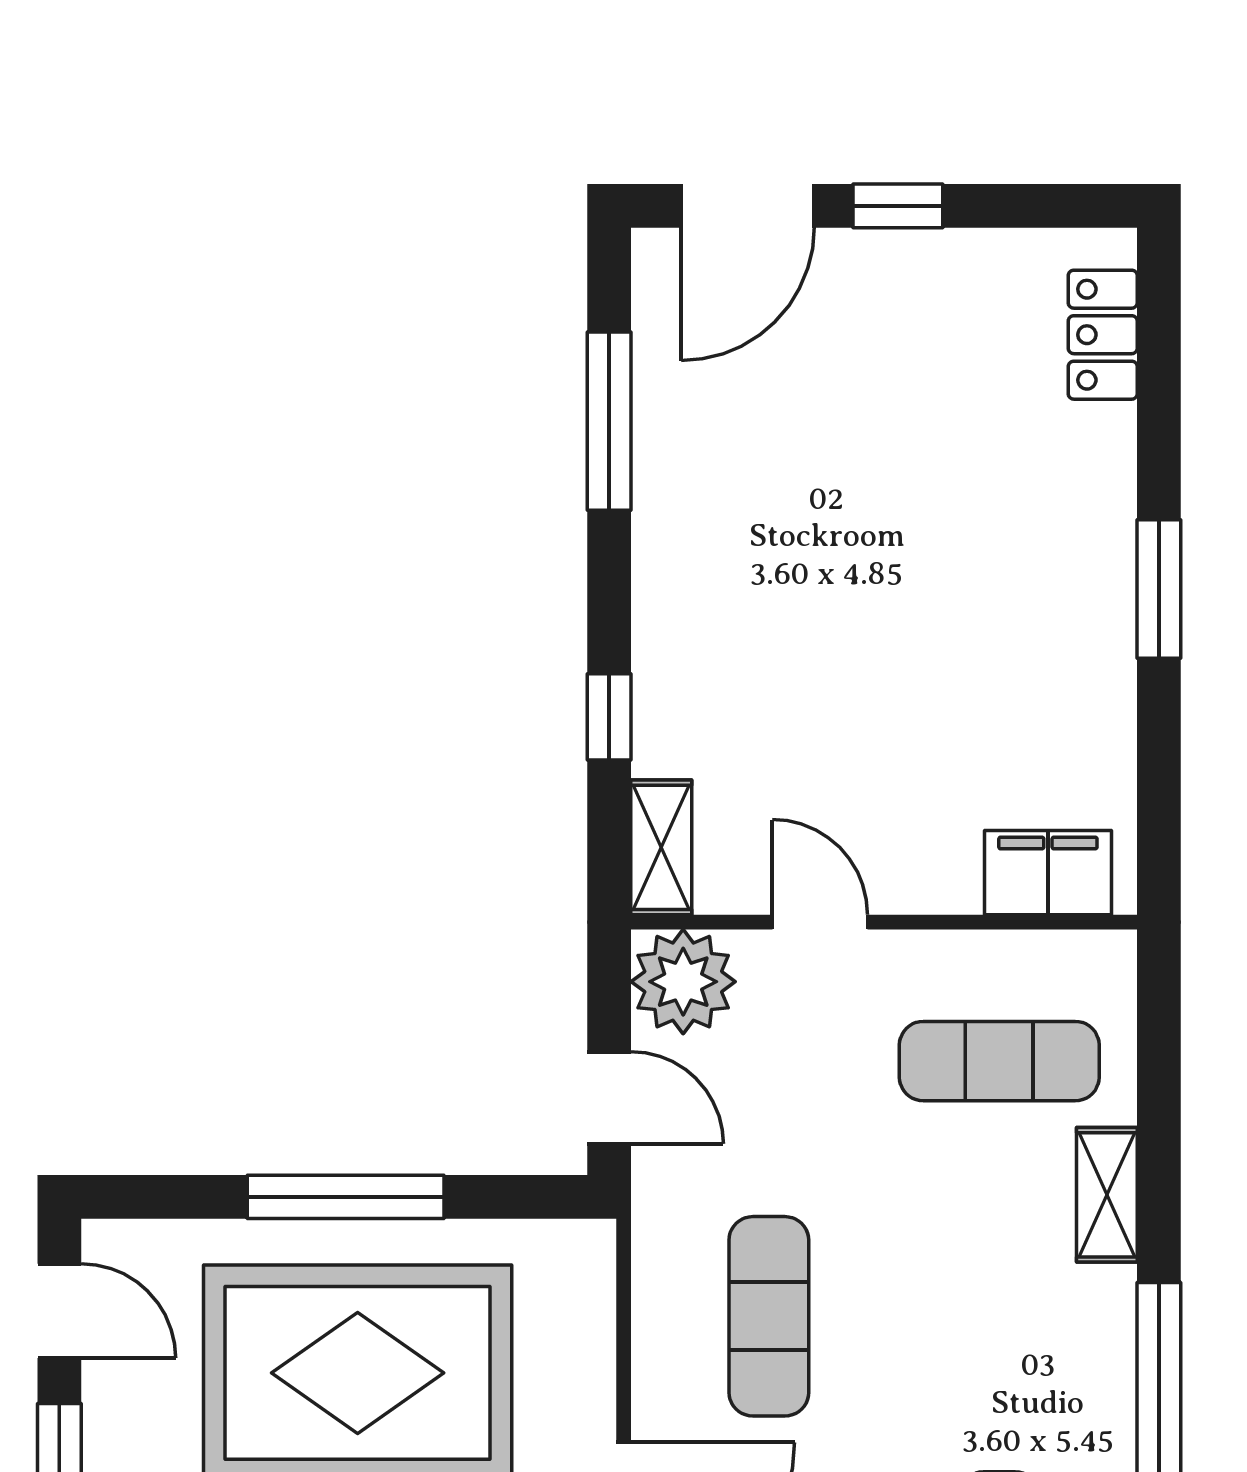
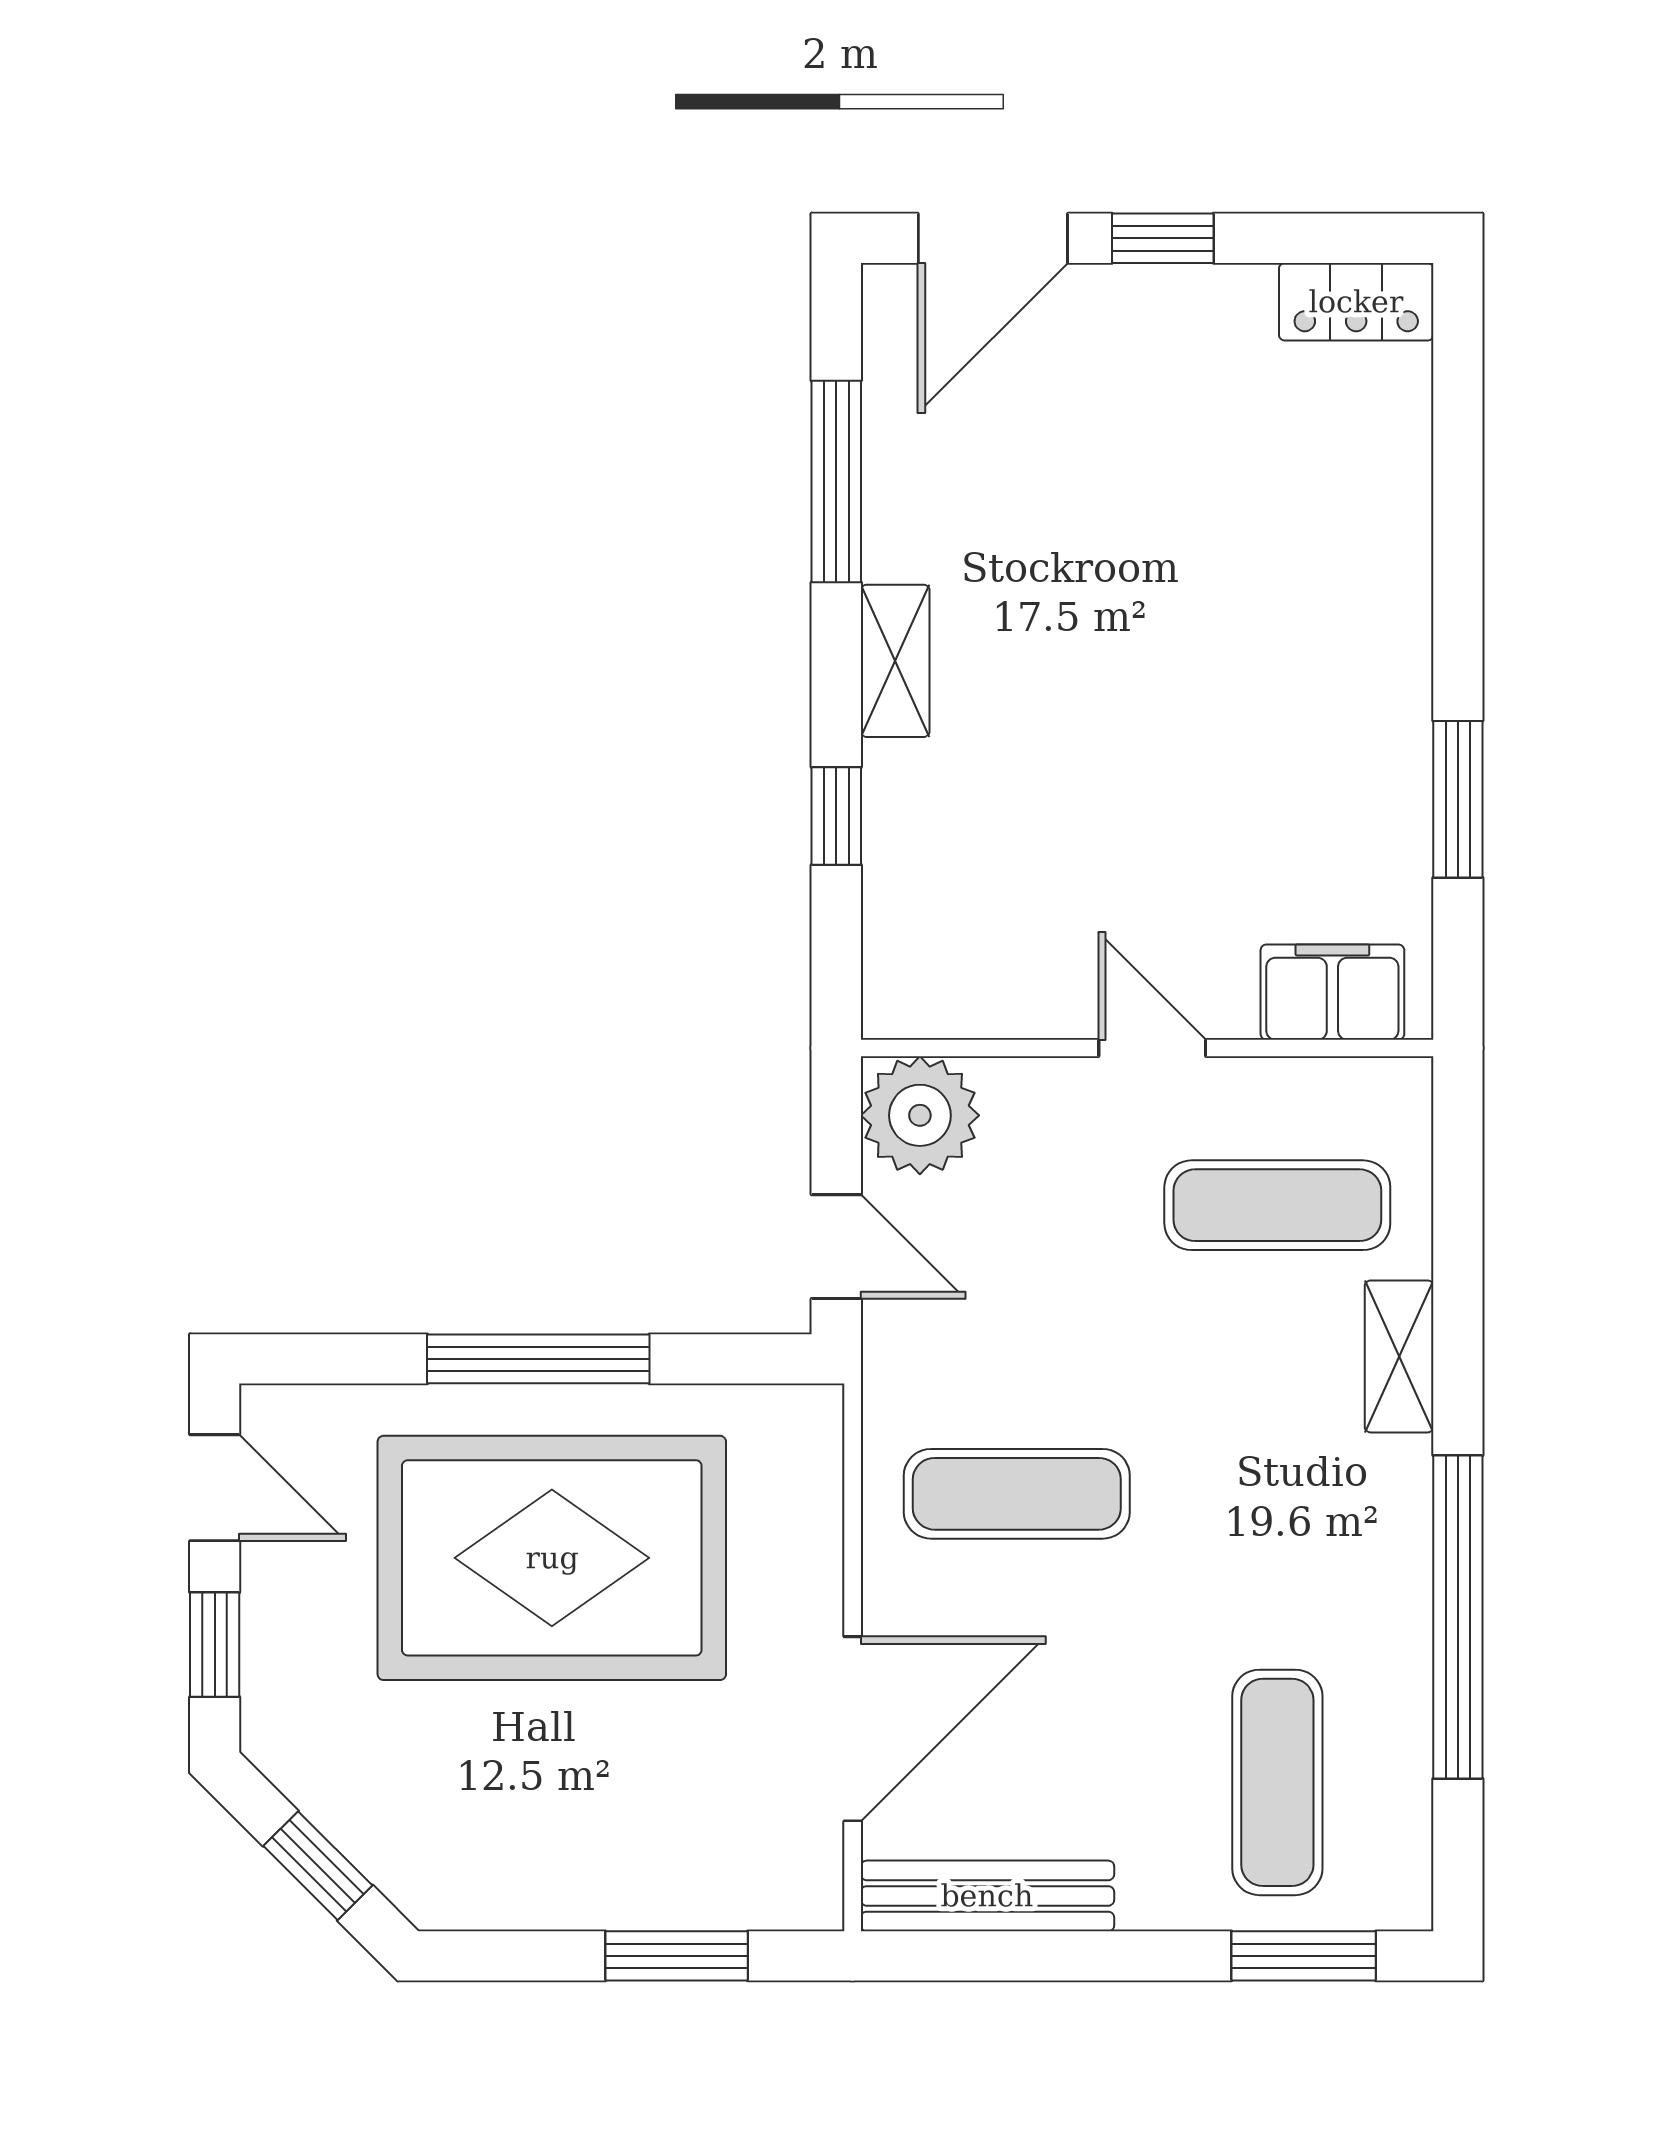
locker: (1103, 335) -> (1356, 302), moved, turned -90
window: (1159, 589) -> (1458, 799), moved
shelving: (661, 847) -> (895, 661), moved
door: (820, 922) -> (1152, 1048), moved
exercise mat: (769, 1316) -> (1017, 1494), turned 90

